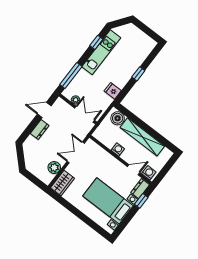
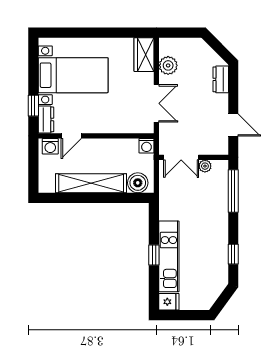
kitchen unit: (101, 52) -> (169, 256), moved, turned 180
fridge: (113, 91) -> (169, 302), moved
door: (44, 110) -> (233, 125), hinge flipped
dresser: (40, 129) -> (221, 79), moved
washing machine: (118, 149) -> (146, 146), moved

